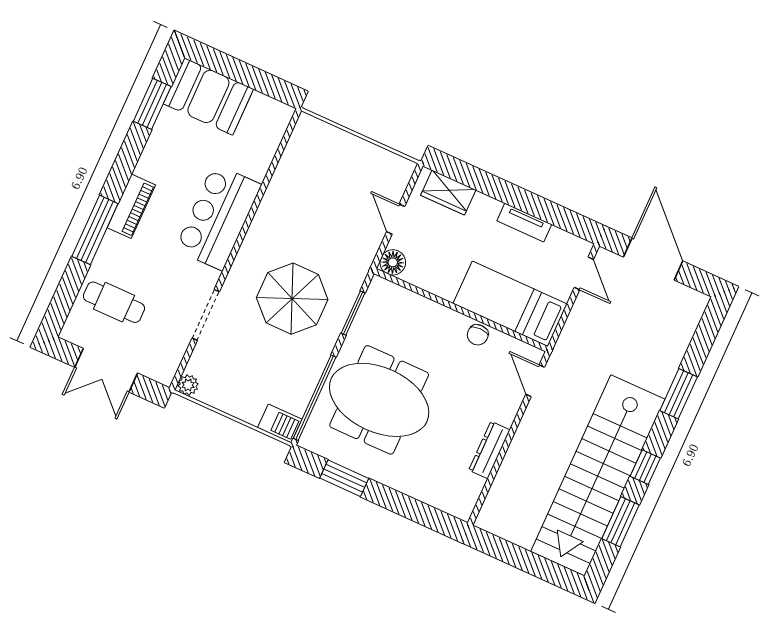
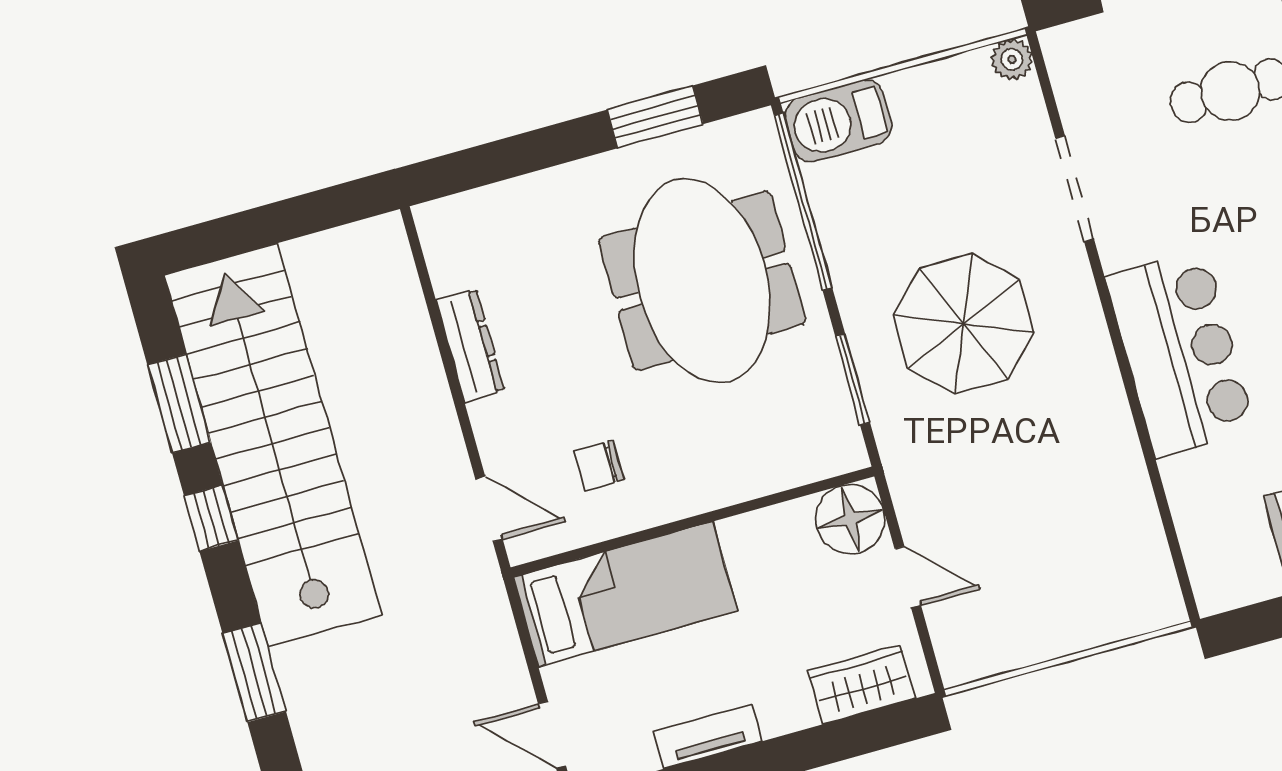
floor lamp: (393, 262) -> (850, 519), width x1.38, depth x1.38
chair: (478, 335) -> (599, 465), moved, turned -90
meeting table: (379, 400) -> (702, 281), turned 90
barbecue: (280, 423) -> (838, 121), width x1.38, depth x1.27

